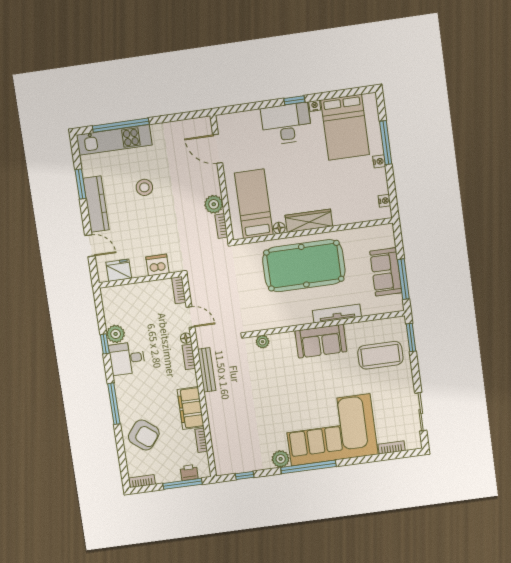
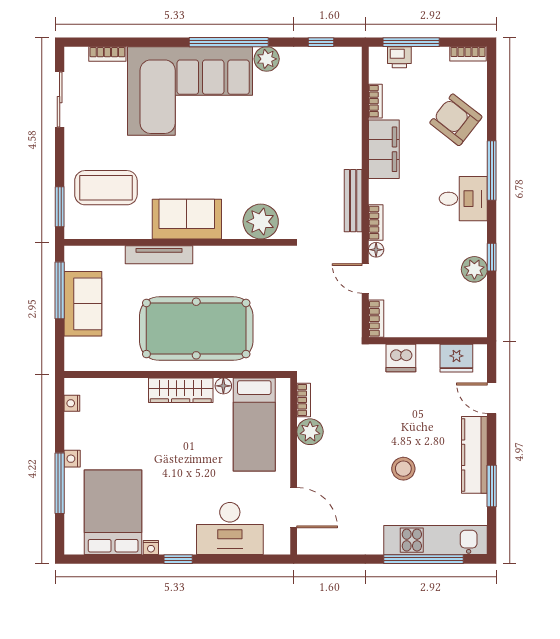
desk: (286, 124) -> (230, 528), moved
plant: (263, 342) -> (261, 222), width x1.88, depth x1.88
desk: (127, 358) -> (463, 199), moved

